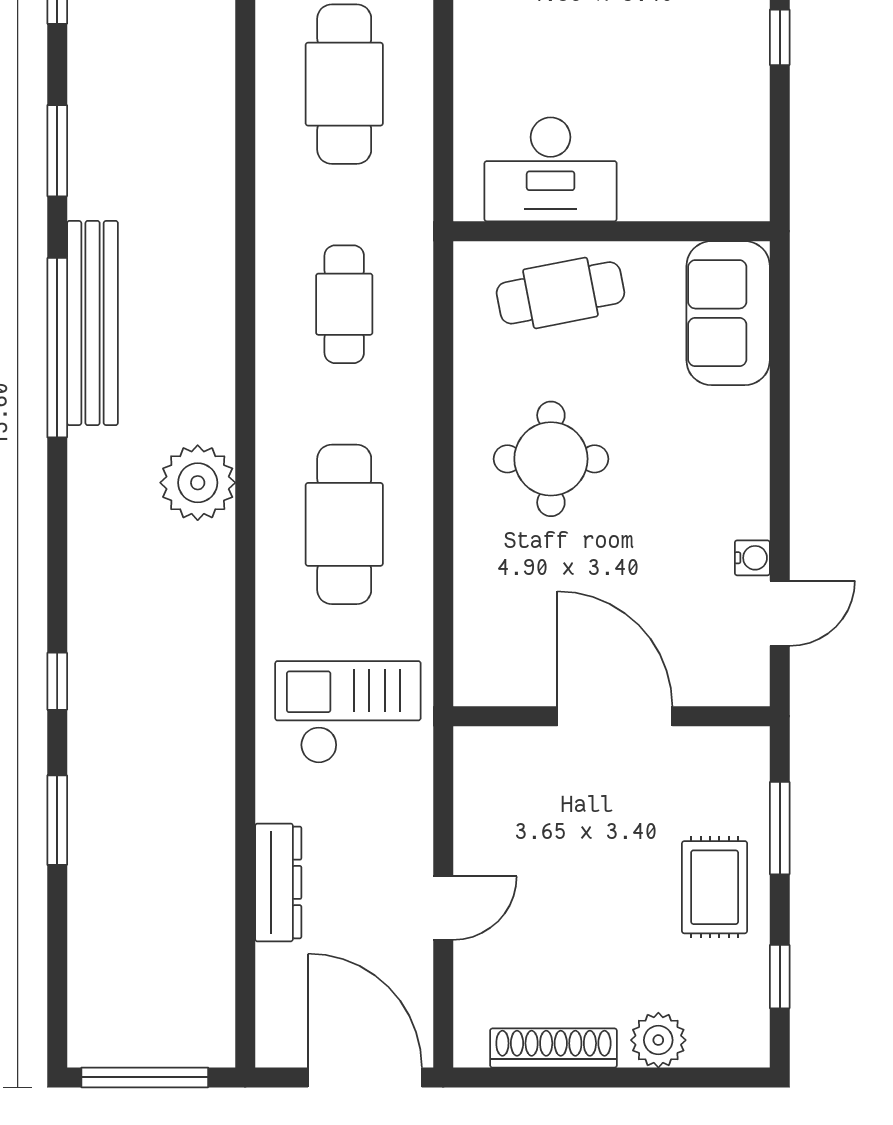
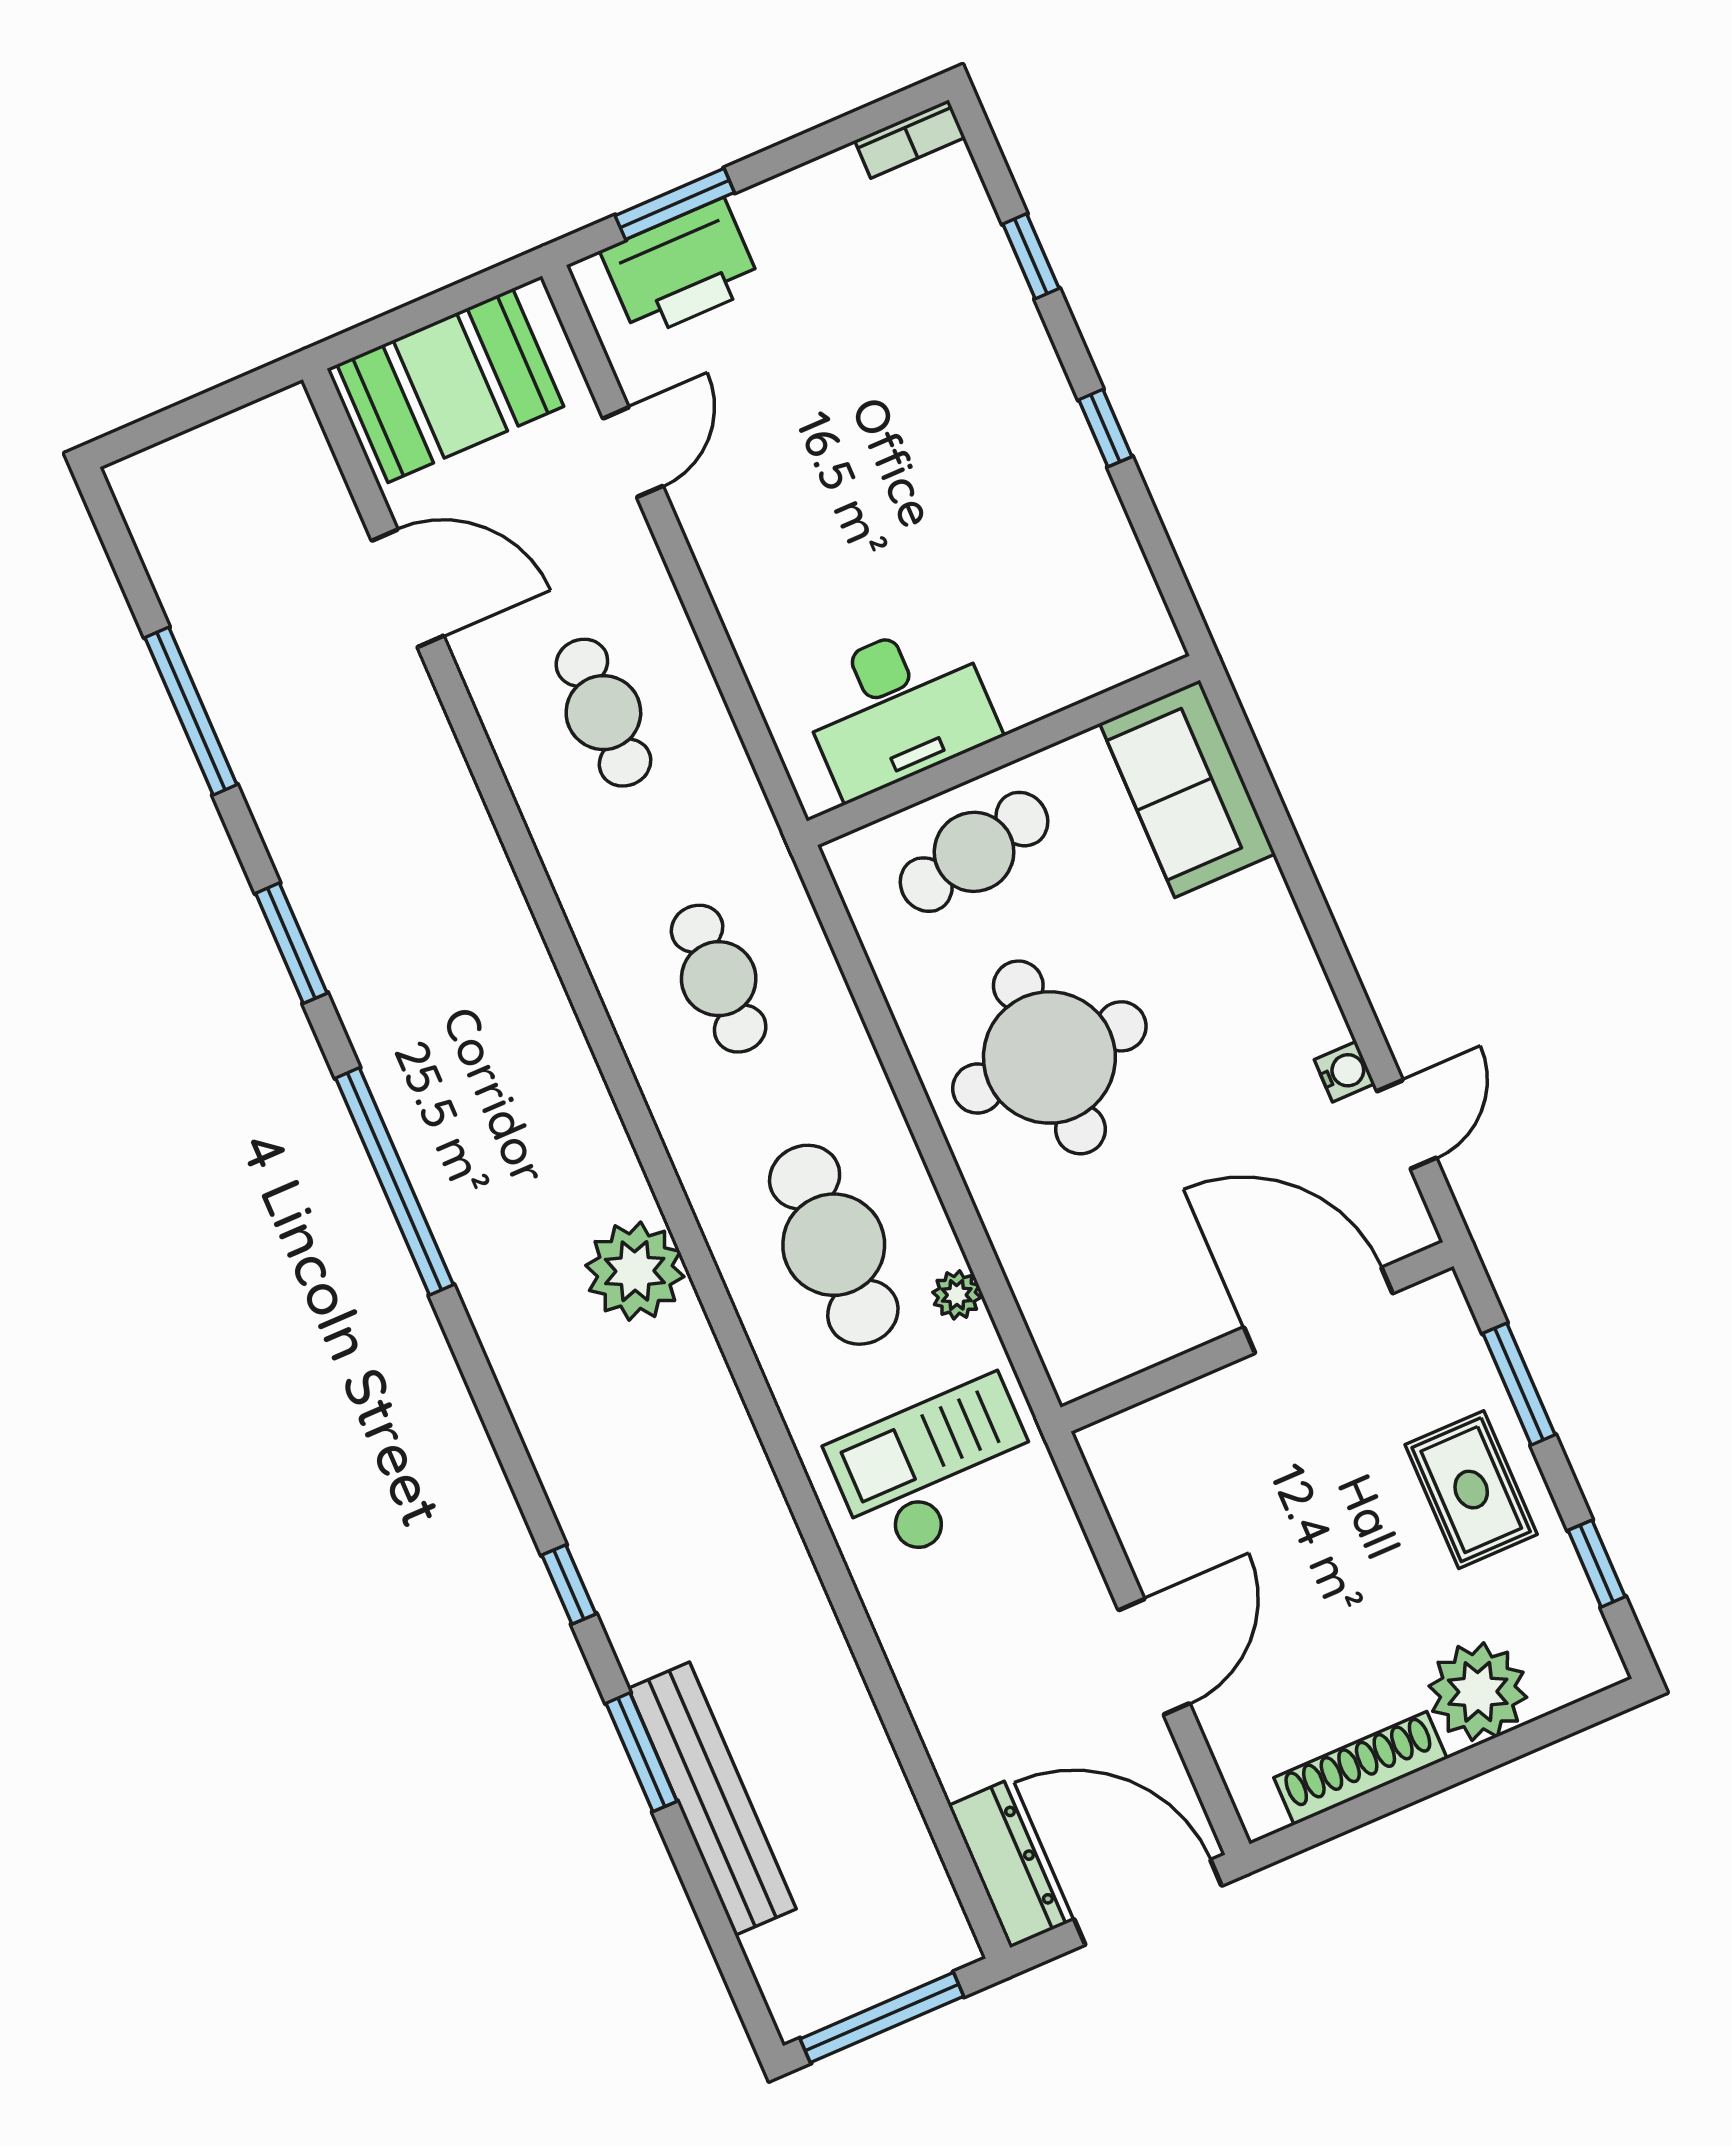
cafe table: (344, 84) -> (603, 713), width x0.73, depth x0.74
bench: (93, 323) -> (712, 1799), moved
round table: (551, 459) -> (1049, 1057), width x1.36, depth x1.36
plant: (415, 596) -> (957, 1295), added
door: (615, 716) -> (1318, 1310), moved
dresser: (278, 882) -> (1007, 1865), moved
door: (443, 908) -> (1154, 1657), width x1.38
plant: (658, 1040) -> (1478, 1692), width x1.36, depth x1.36

